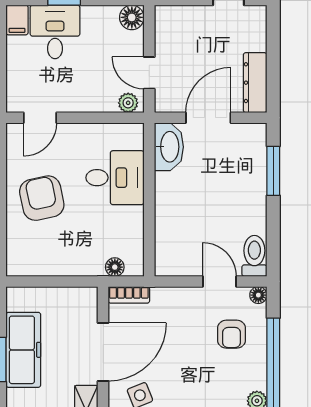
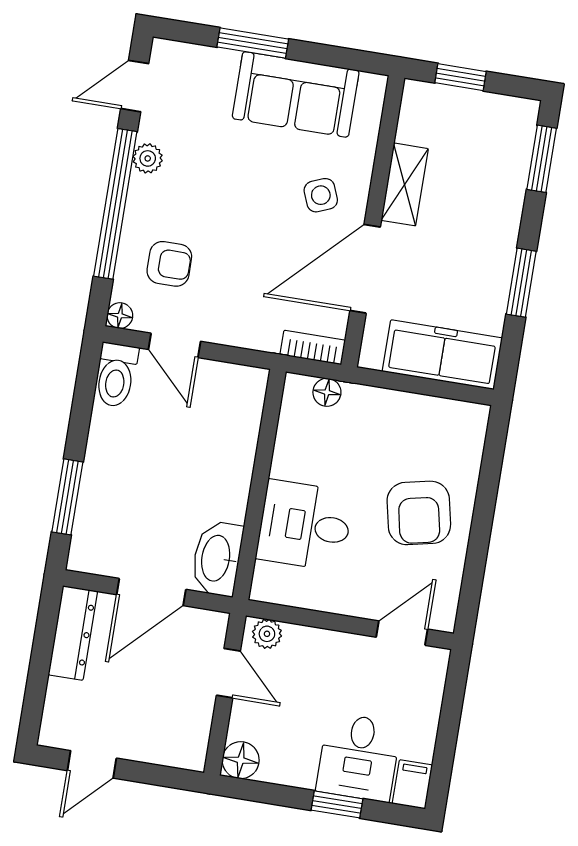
armchair: (232, 334) -> (169, 264), turned 90
freezer: (23, 350) -> (442, 355), moved, turned 90

